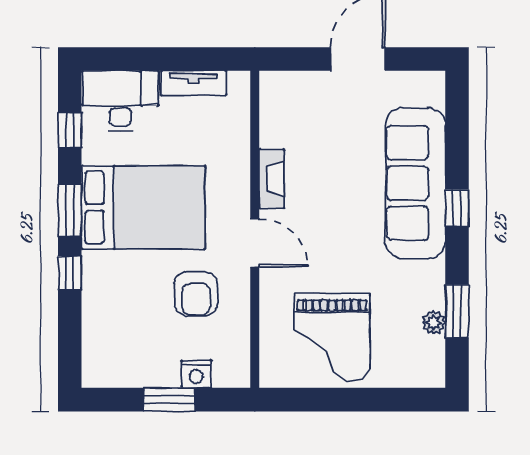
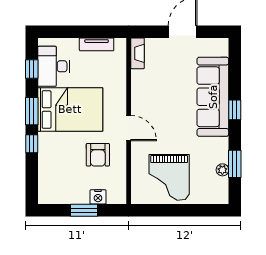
desk: (120, 101) -> (54, 66), moved, turned -90
fireplace: (272, 179) -> (138, 53), moved

